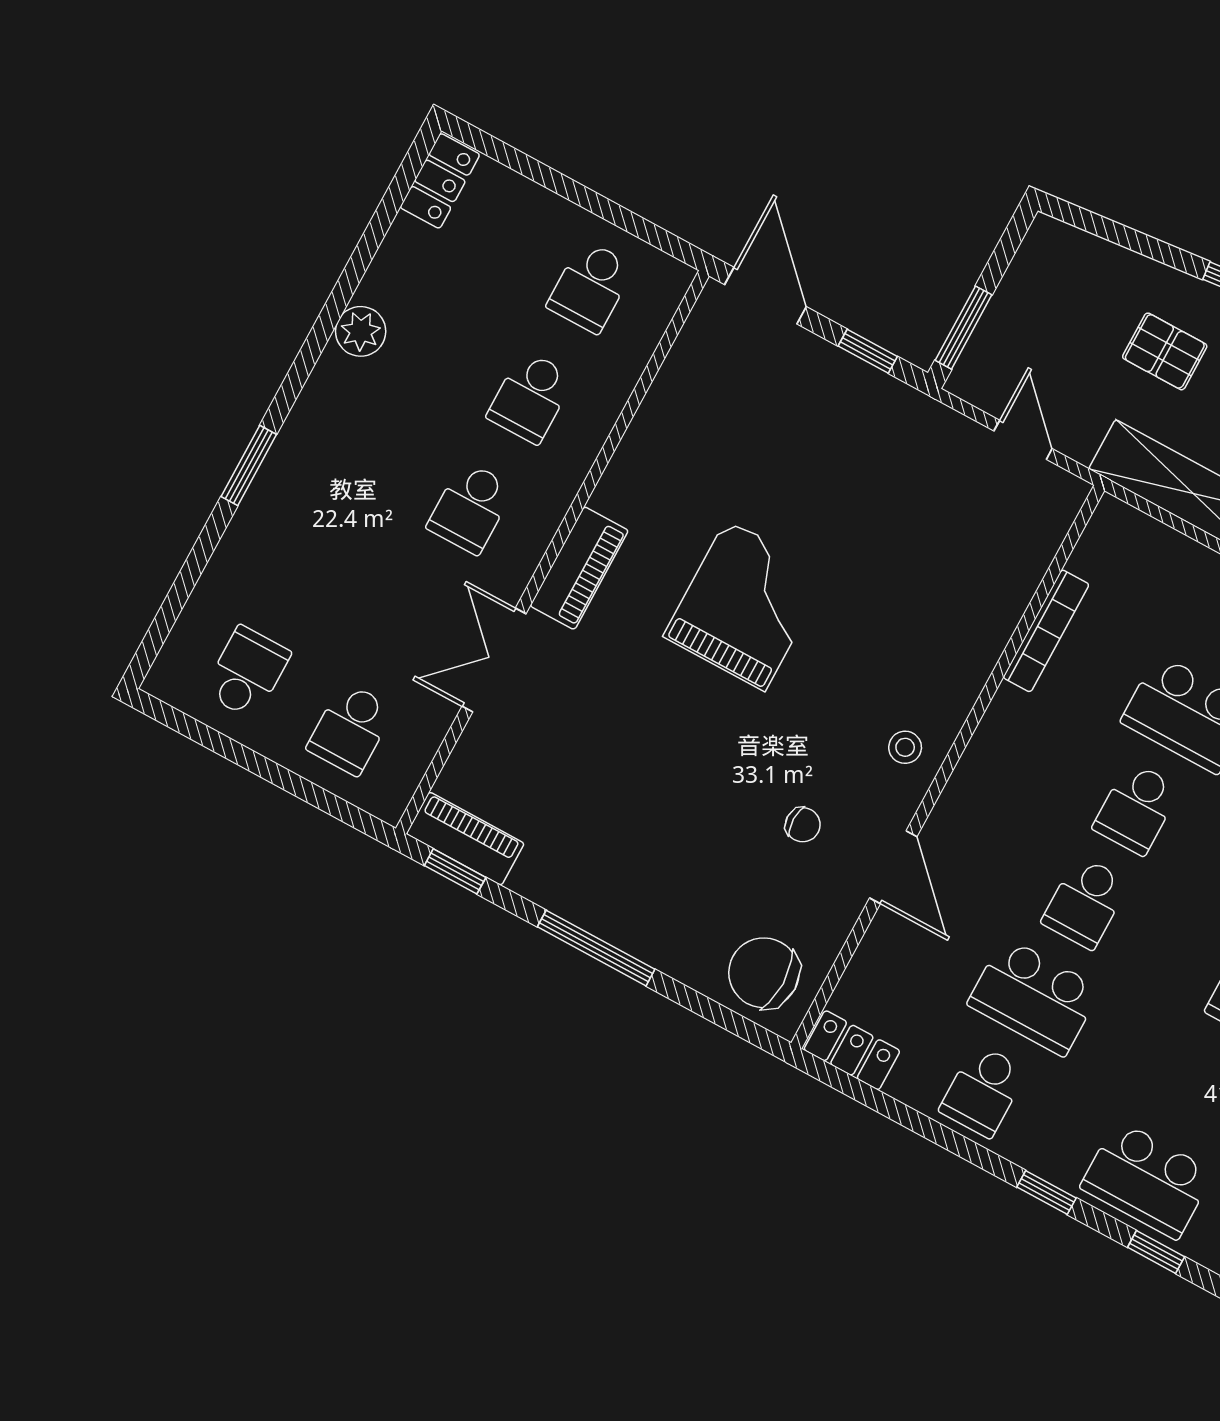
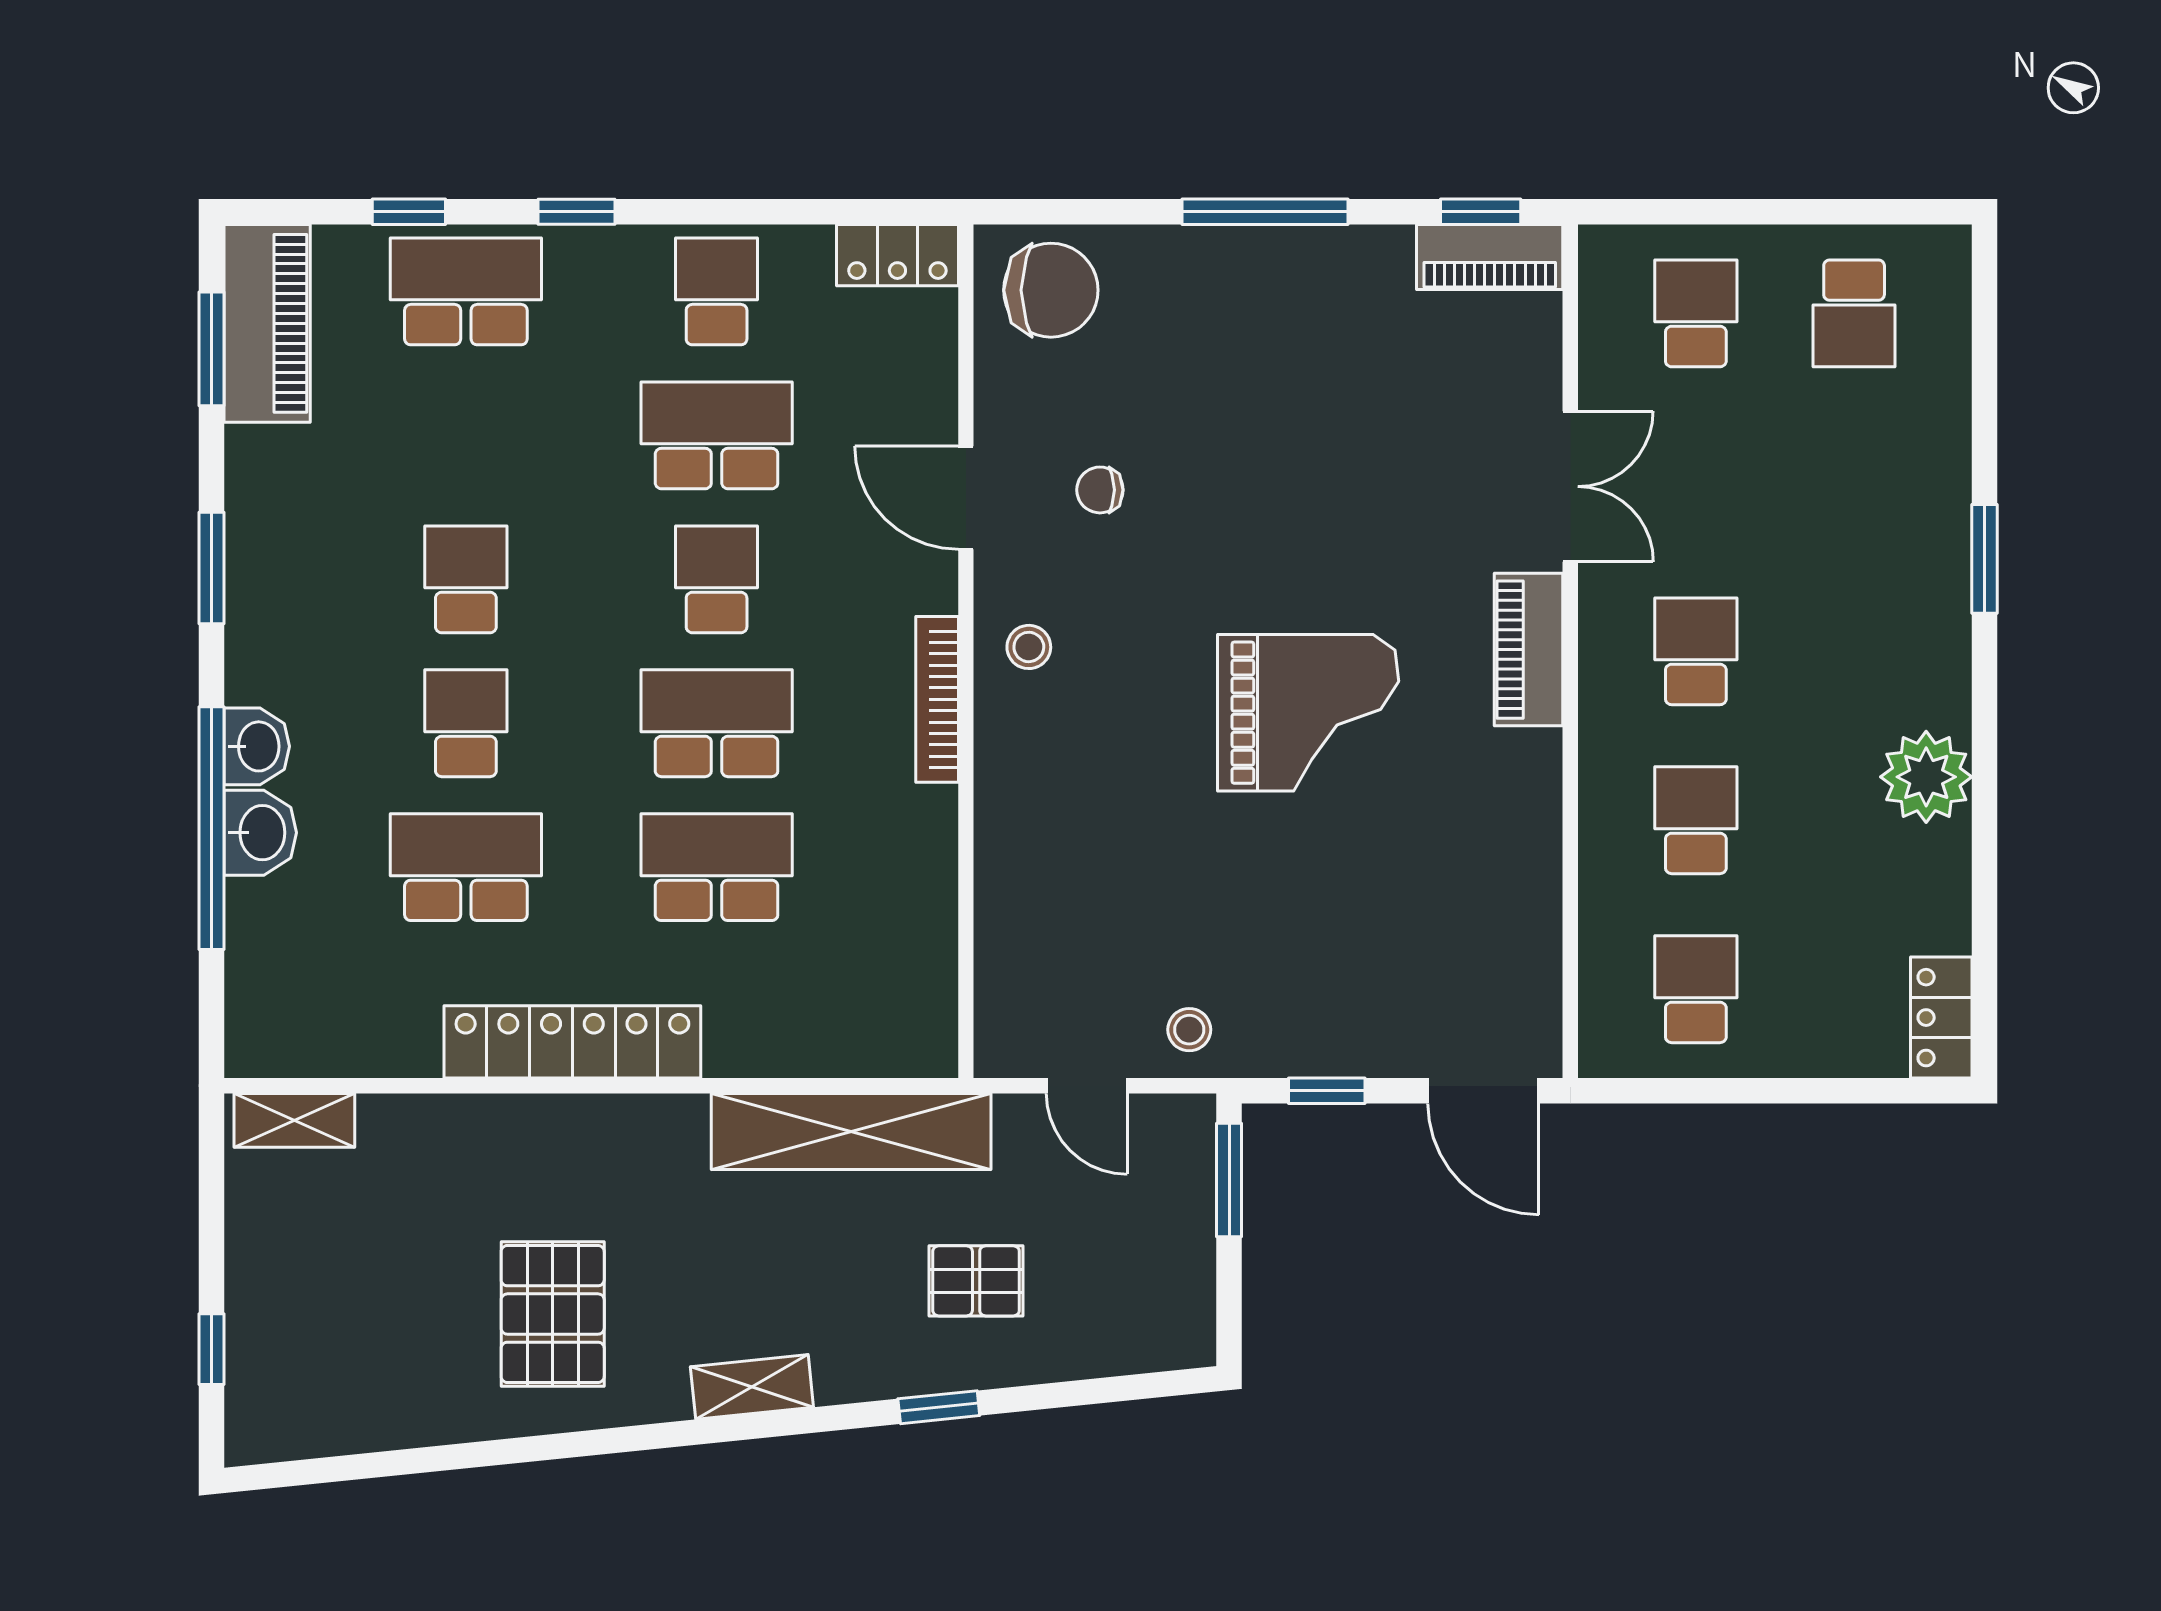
plant: (361, 331) -> (1926, 777), width x1.36, depth x1.36
stool: (936, 440) -> (1189, 1030), added
grand piano: (746, 605) -> (1308, 713), turned -90
bookcase: (1046, 631) -> (937, 699), moved
school desk: (1136, 808) -> (717, 723), width x1.85

